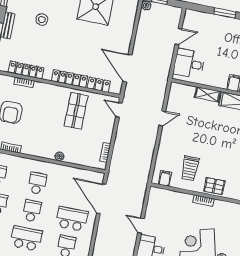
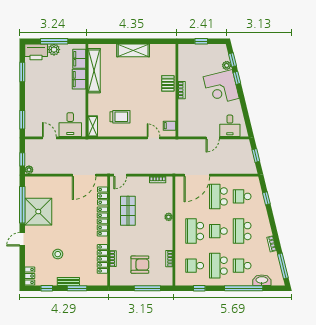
window: (225, 13) -> (22, 120), moved
shelving: (208, 94) -> (93, 126), moved
shop shelf: (76, 111) -> (128, 211), turned 90
door: (162, 118) -> (154, 138), moved
trolley: (190, 168) -> (120, 117), moved
school desk: (37, 183) -> (195, 231), width x1.85

